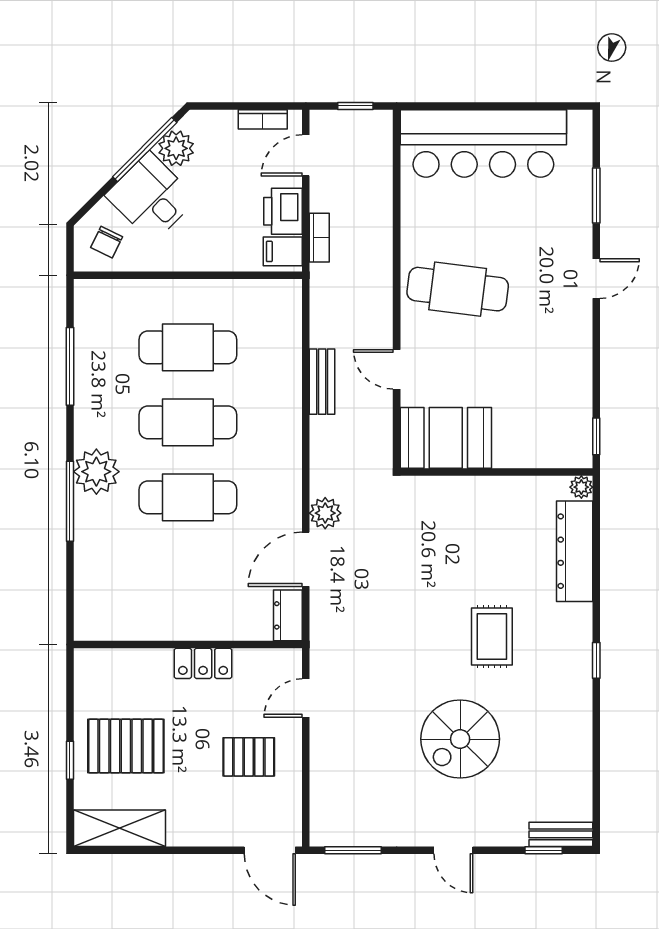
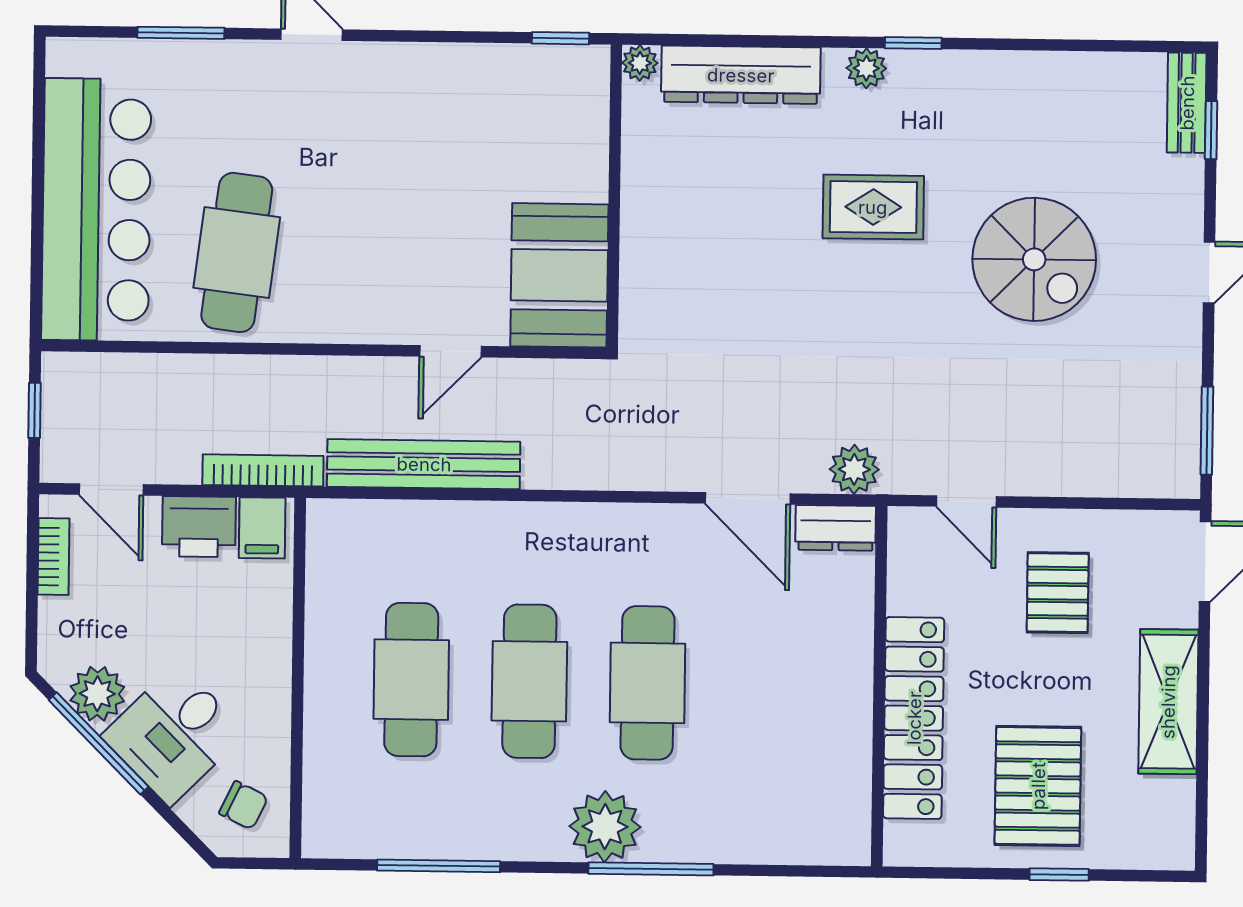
bookcase: (319, 238) -> (263, 470), width x1.56
cafe table: (458, 289) -> (237, 252), moved
bench: (322, 382) -> (424, 464), width x1.86, depth x1.21
plant: (325, 513) -> (854, 469), moved
plant: (580, 631) -> (866, 68), added
locker: (203, 663) -> (914, 718), width x2.16, depth x1.21
shelving: (119, 828) -> (1168, 702), moved

